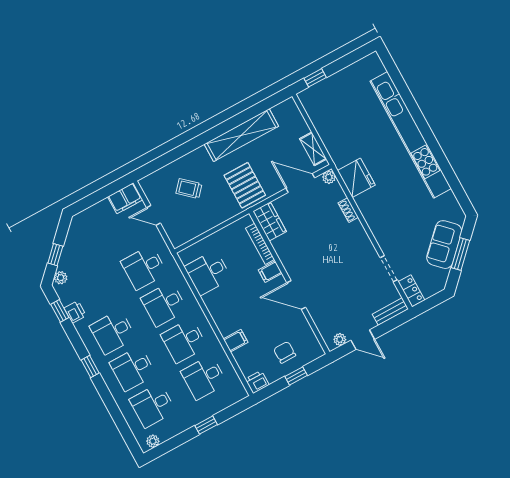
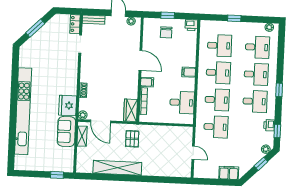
pallet: (245, 185) -> (132, 139), width x0.67, depth x0.71
trolley: (189, 189) -> (164, 156), removed
filing cabinet: (125, 198) -> (229, 173), moved
sofa: (444, 245) -> (66, 131), moved, turned 135
filing cabinet: (236, 341) -> (189, 72), moved

